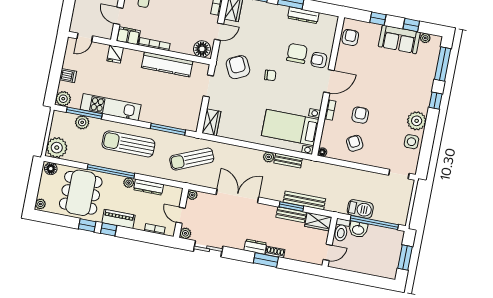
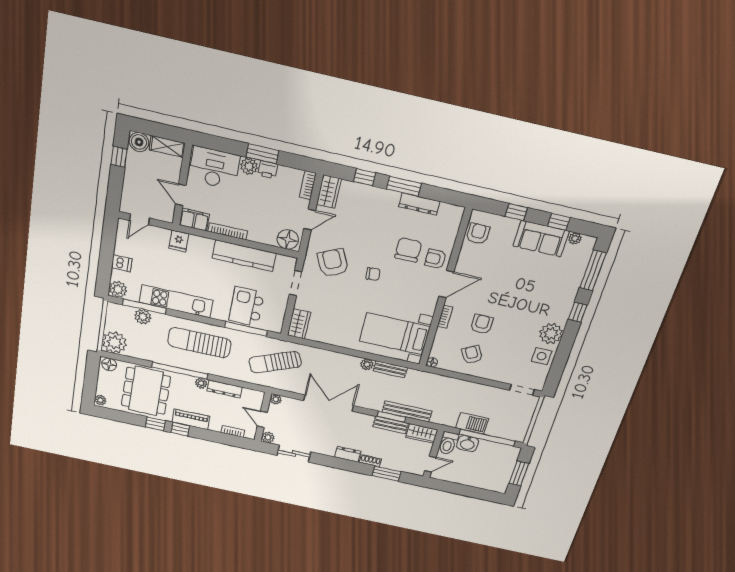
kitchen island: (168, 109) -> (246, 306), added
window: (266, 260) -> (386, 474), moved

